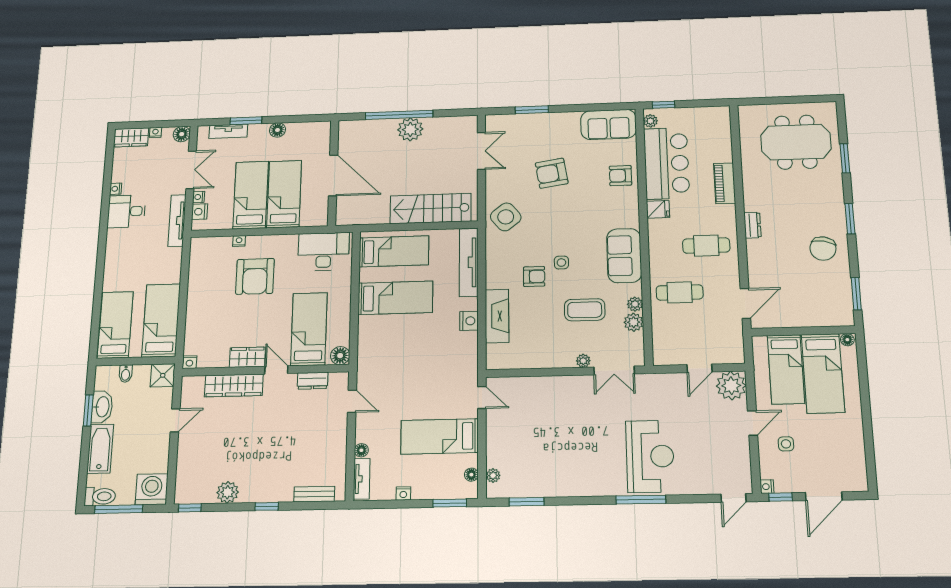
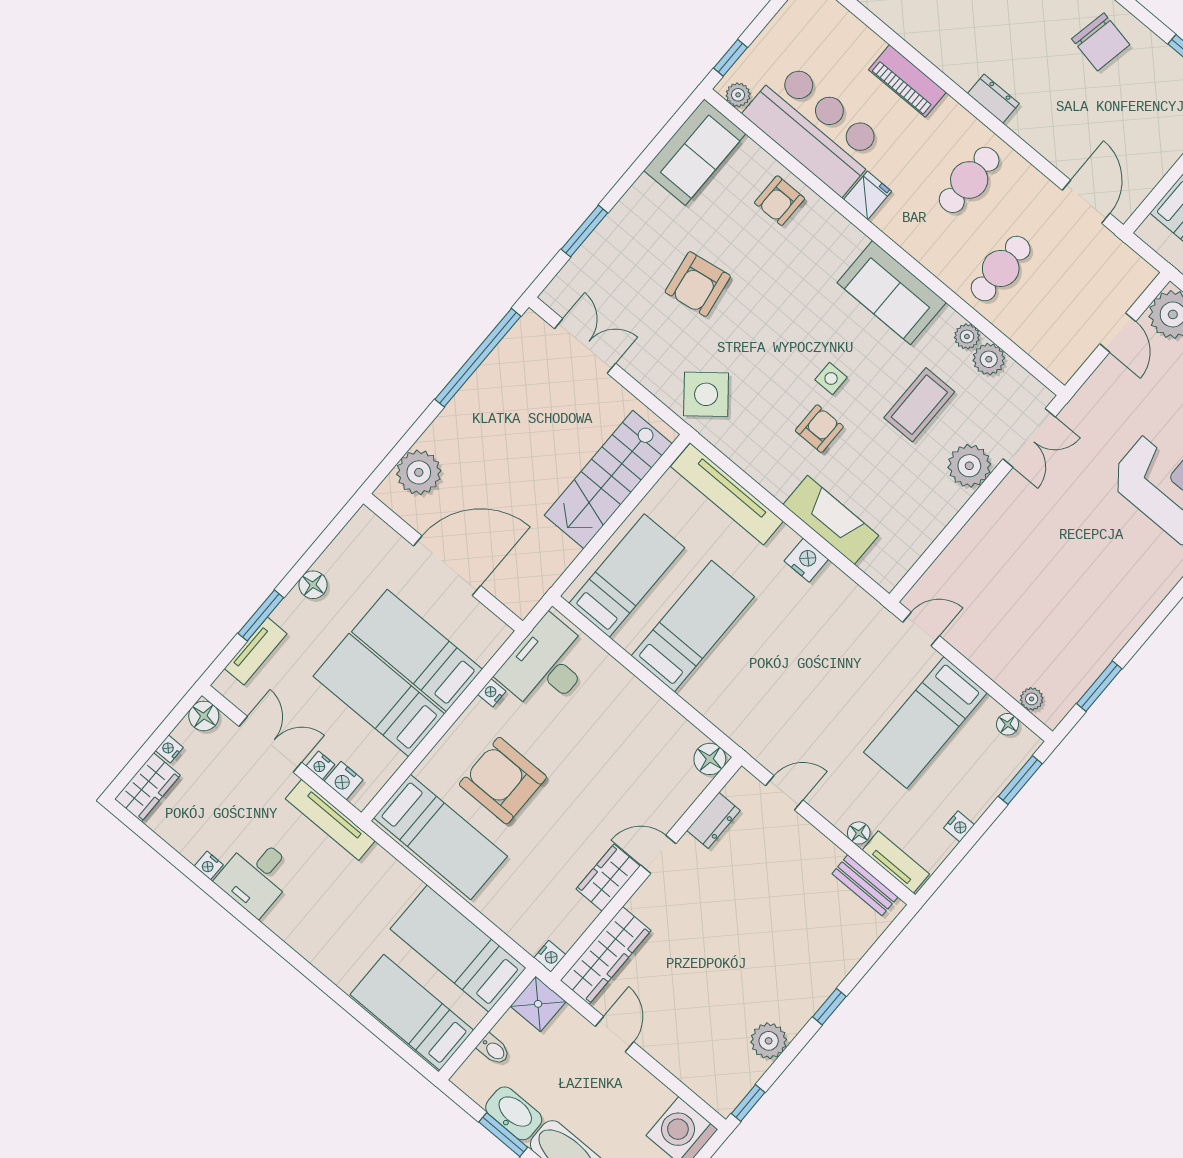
window: (399, 115) -> (478, 358), moved
plant: (410, 129) -> (419, 472), moved
nightstand: (239, 241) -> (492, 693), moved
armchair: (255, 276) -> (503, 781), turned 180
bed: (309, 329) -> (441, 837), moved, turned 180
plant: (583, 361) -> (969, 466), width x1.88, depth x1.88
wardrobe: (234, 385) -> (606, 955), moved
bench: (314, 494) -> (865, 885), moved, turned 90

